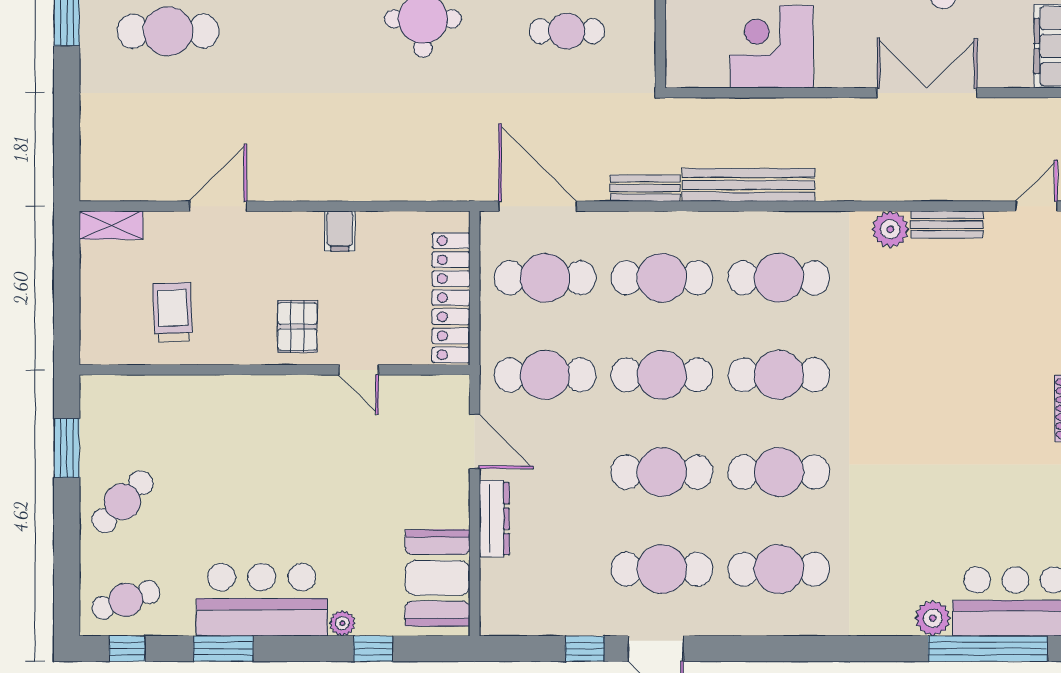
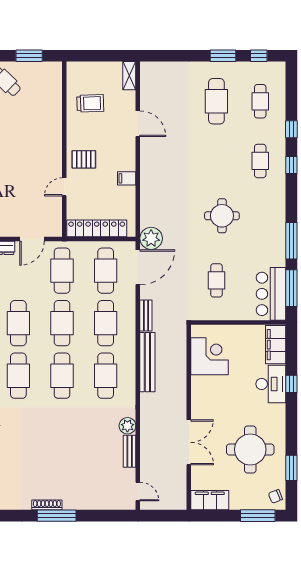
corner desk: (772, 47) -> (210, 356), moved
plant: (473, 177) -> (151, 238), added

